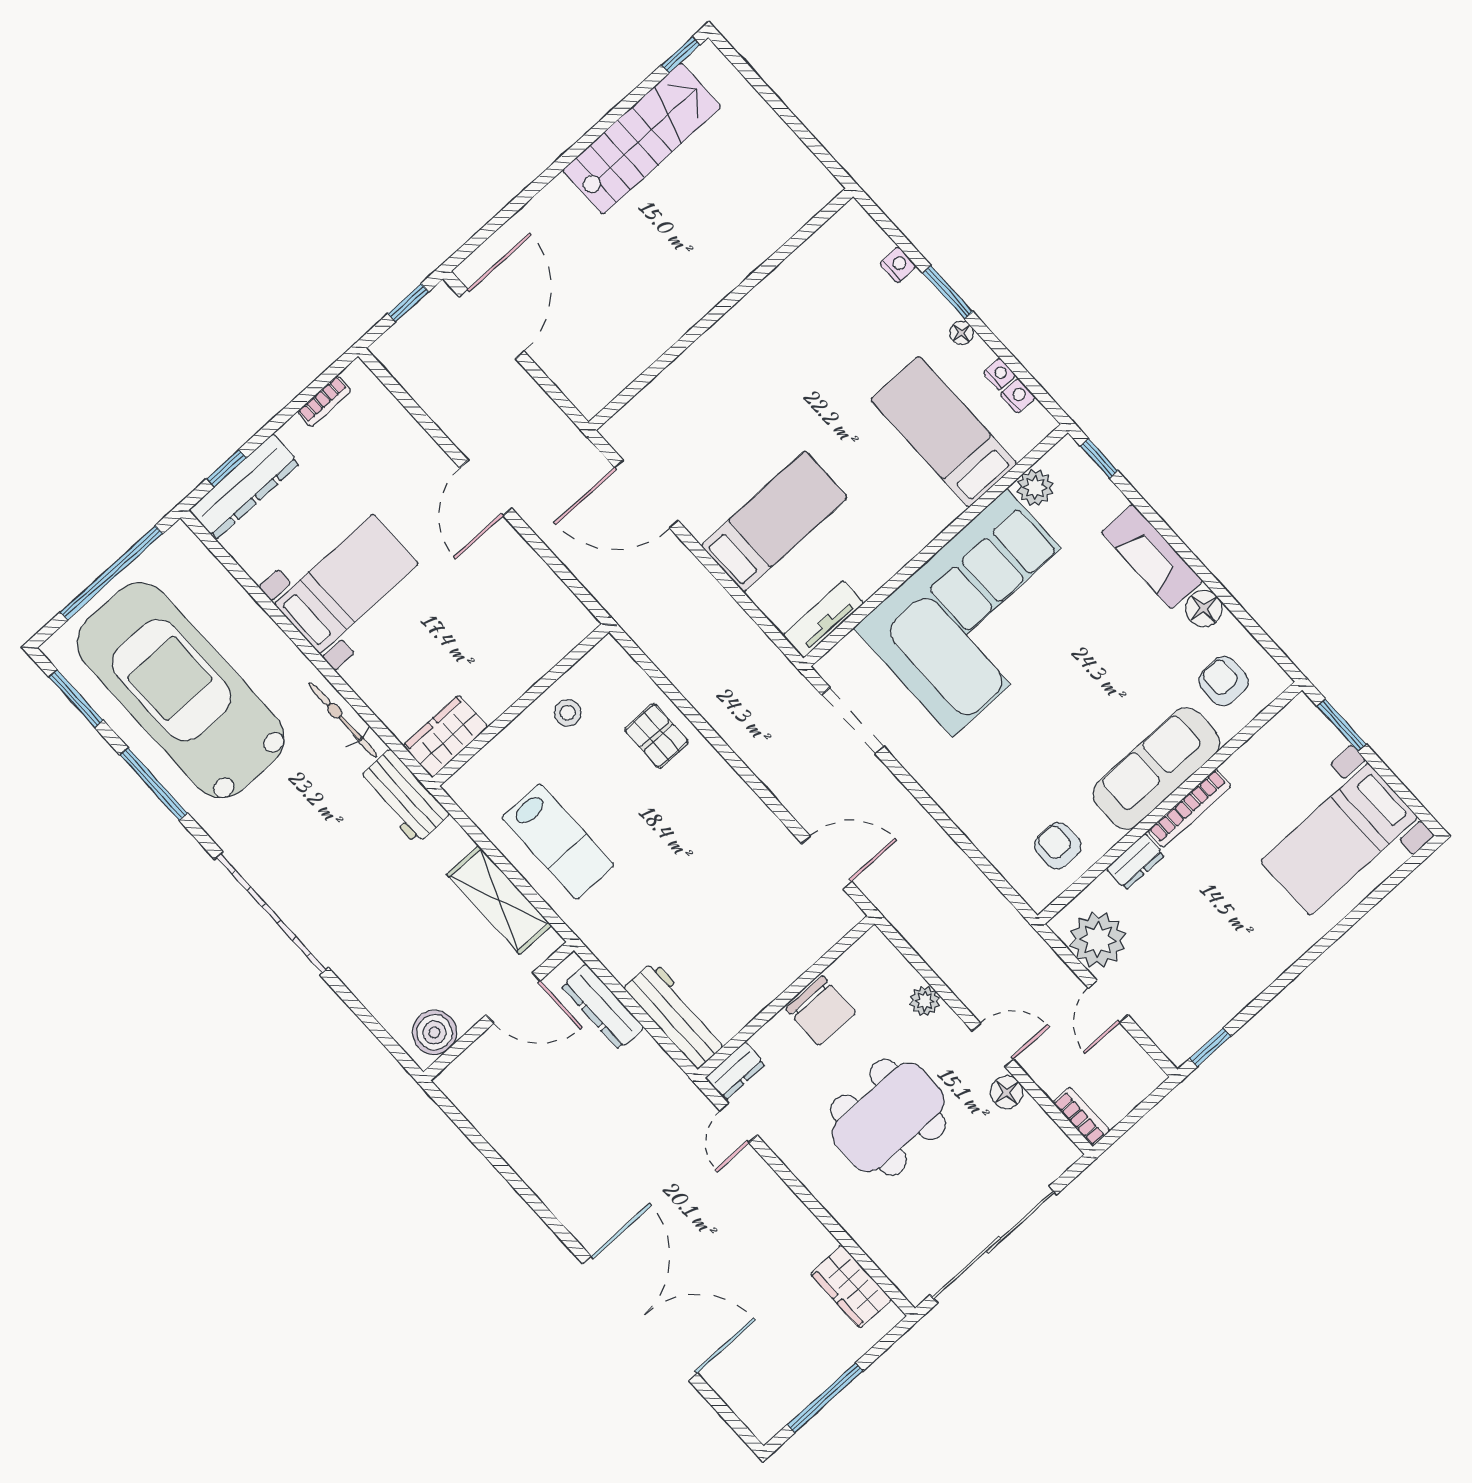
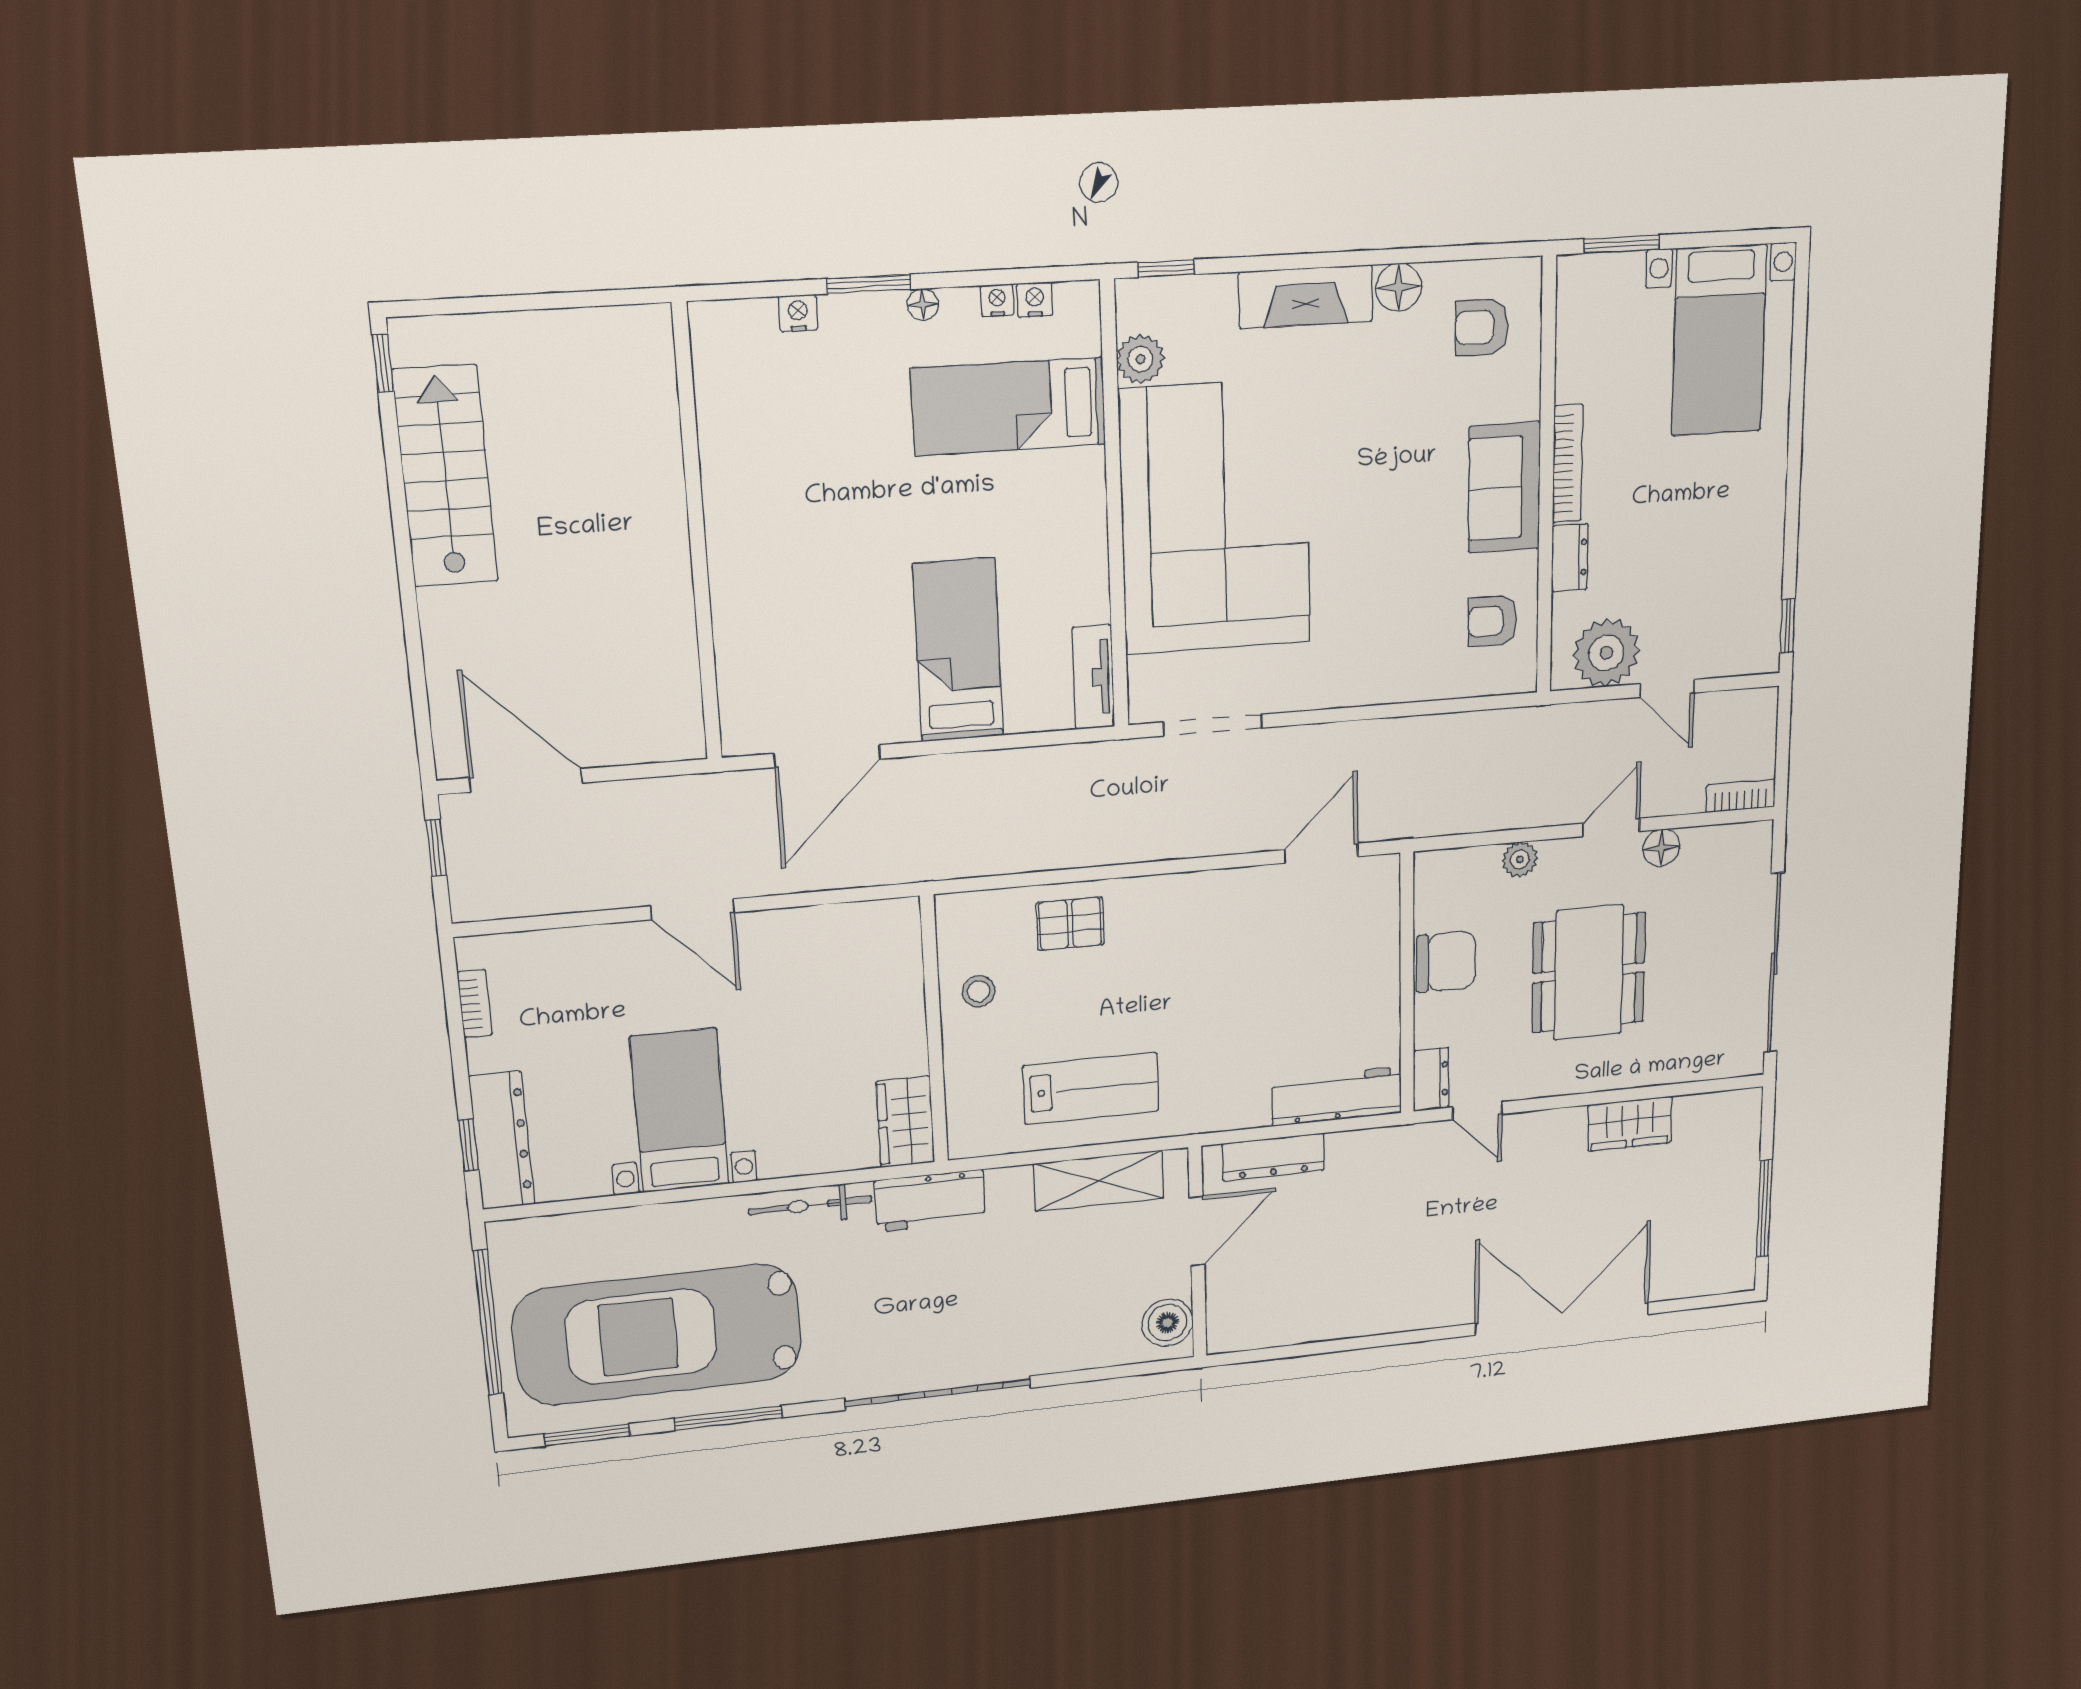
sofa: (1156, 768) -> (1504, 488), width x0.73
wardrobe: (851, 1287) -> (1630, 1124), moved

